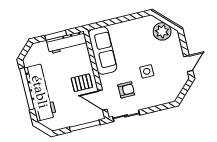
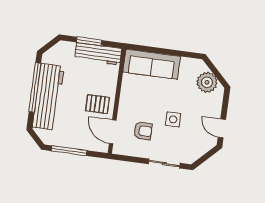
sofa: (103, 50) -> (152, 64), moved, turned 90
door: (188, 63) -> (222, 128), swing flipped
sliding door: (126, 116) -> (164, 164), moved
window: (85, 126) -> (69, 151), moved

